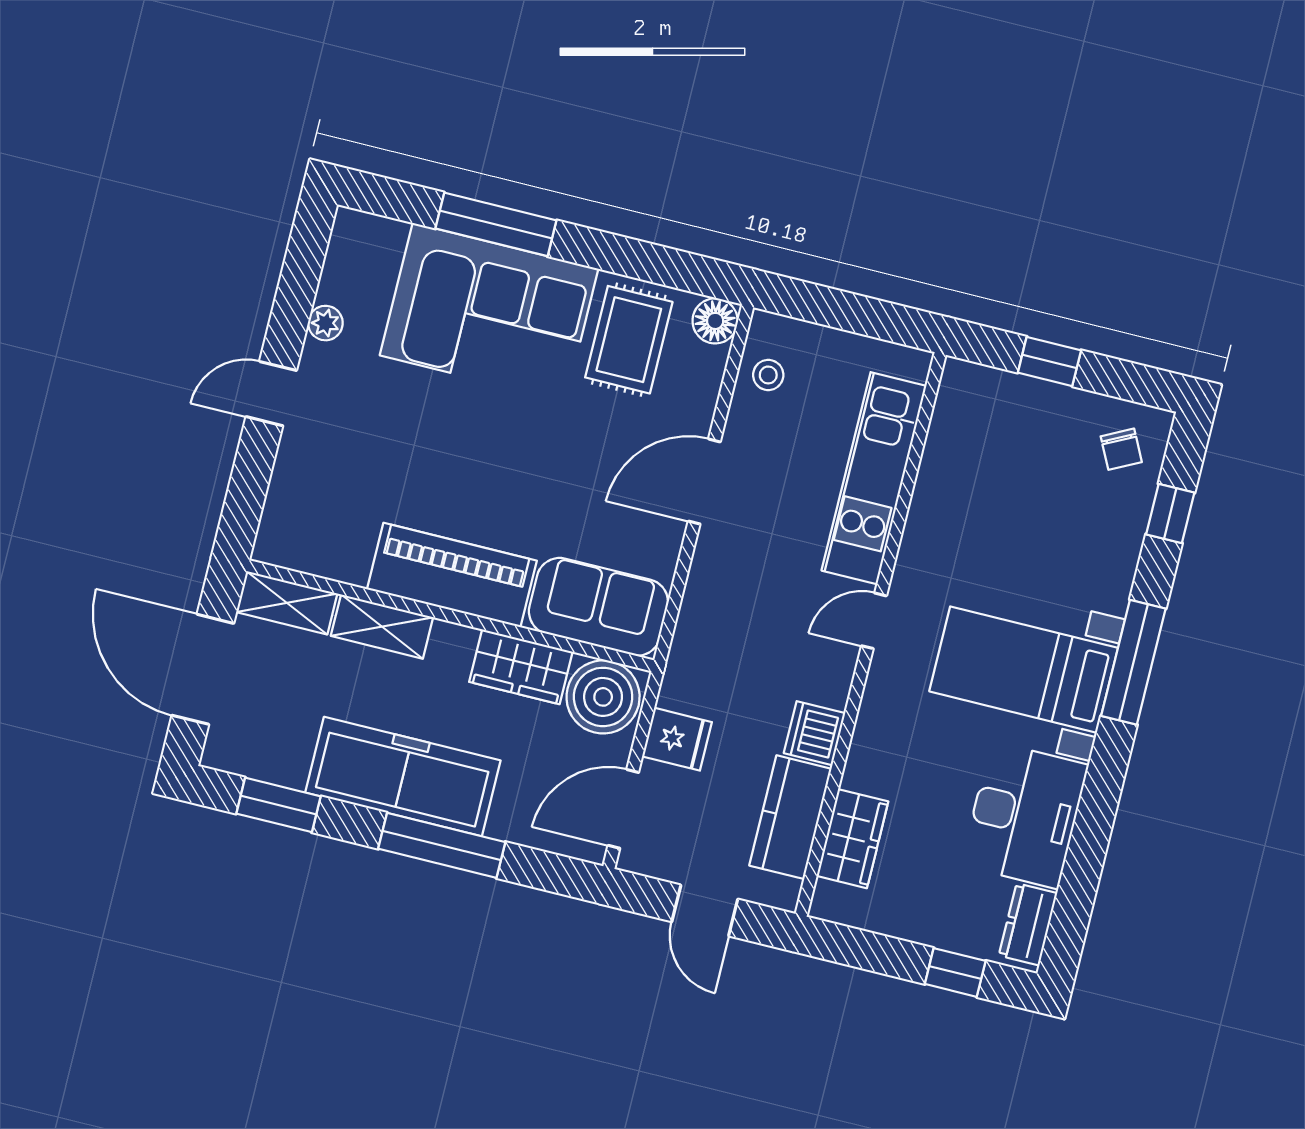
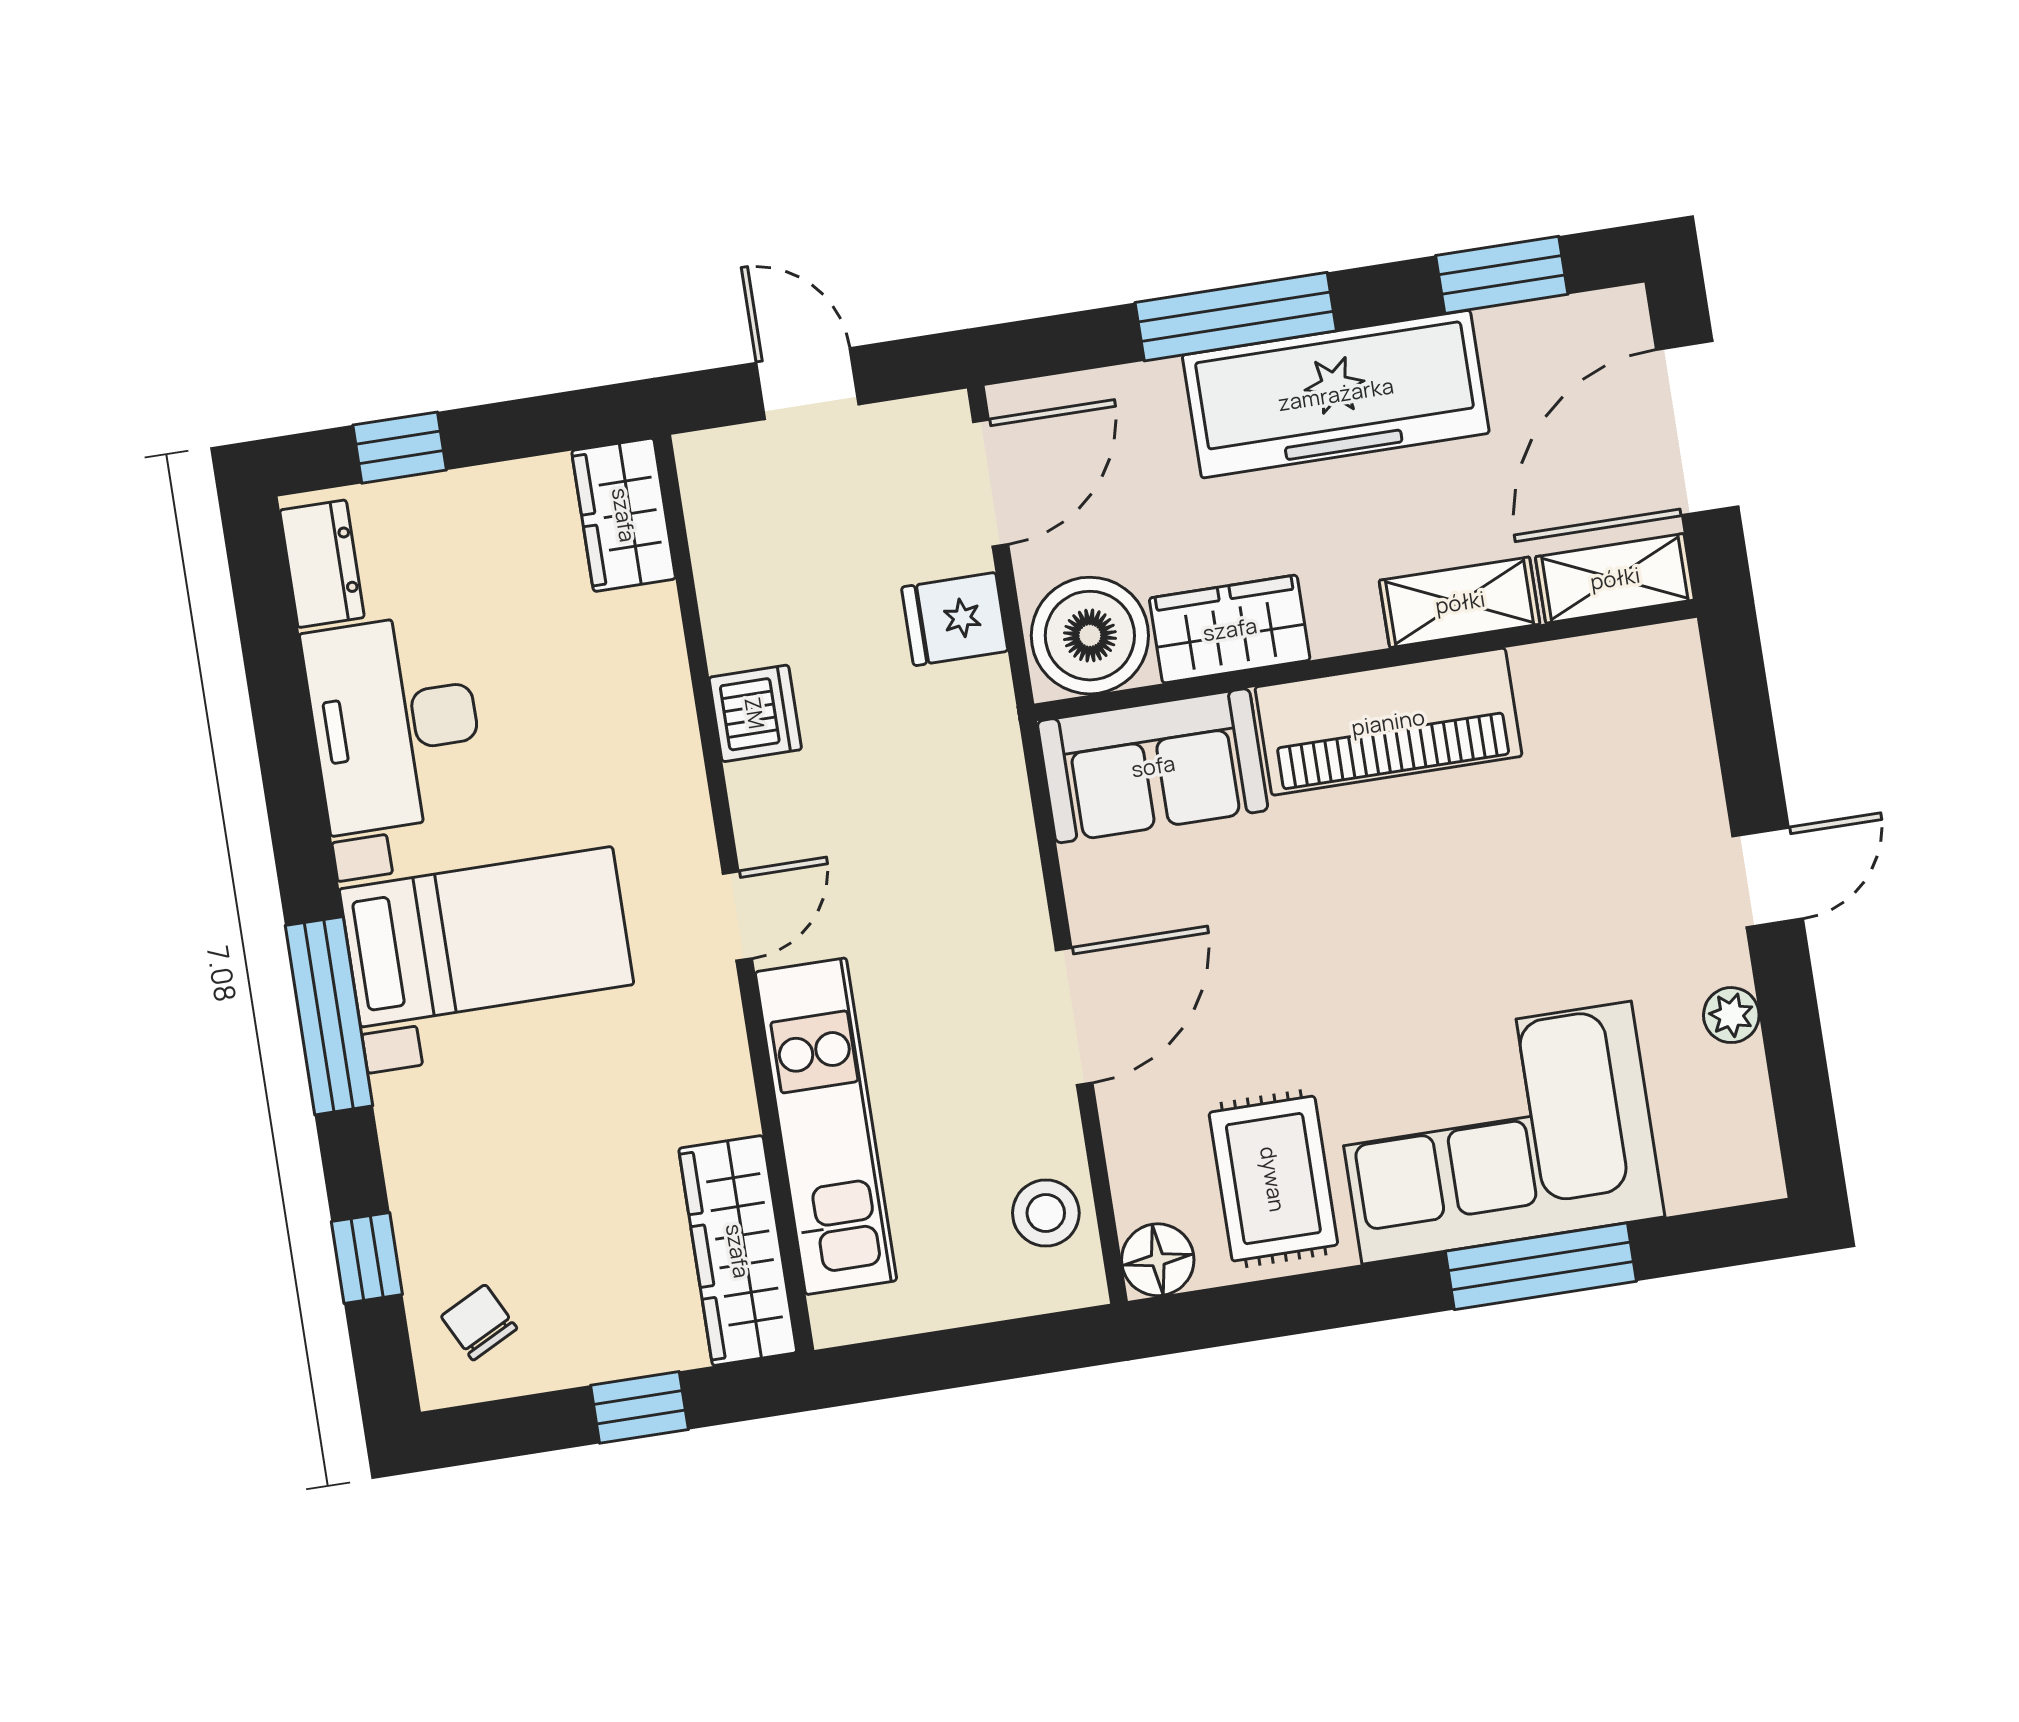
stool: (768, 375) -> (1046, 1213), width x1.37, depth x1.37
wardrobe: (955, 428) -> (738, 1251), added
door: (203, 669) -> (1697, 428), swing flipped
kitchen counter: (790, 817) -> (739, 574), removed
wardrobe: (852, 839) -> (624, 515), moved

